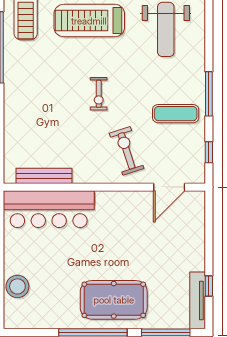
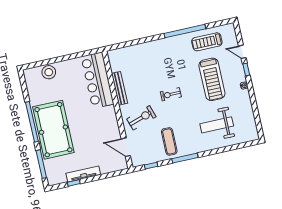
treadmill: (89, 21) -> (212, 79), turned 180
bench: (44, 176) -> (120, 88), moved
pool table: (114, 300) -> (53, 130), width x1.36, depth x1.32
tv unit: (198, 300) -> (83, 174), moved

